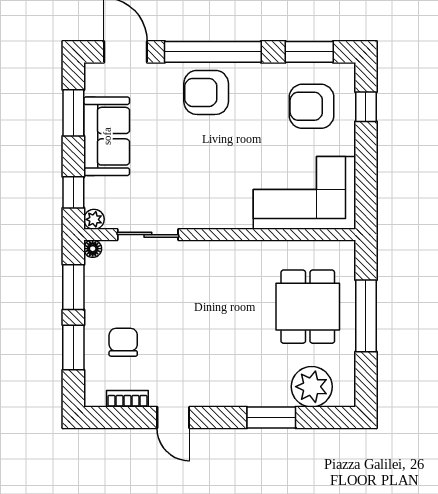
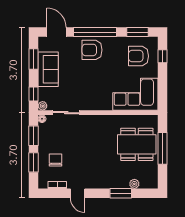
dining table: (308, 307) -> (137, 144), width x1.38
plant: (312, 387) -> (134, 184), width x0.53, depth x0.53

